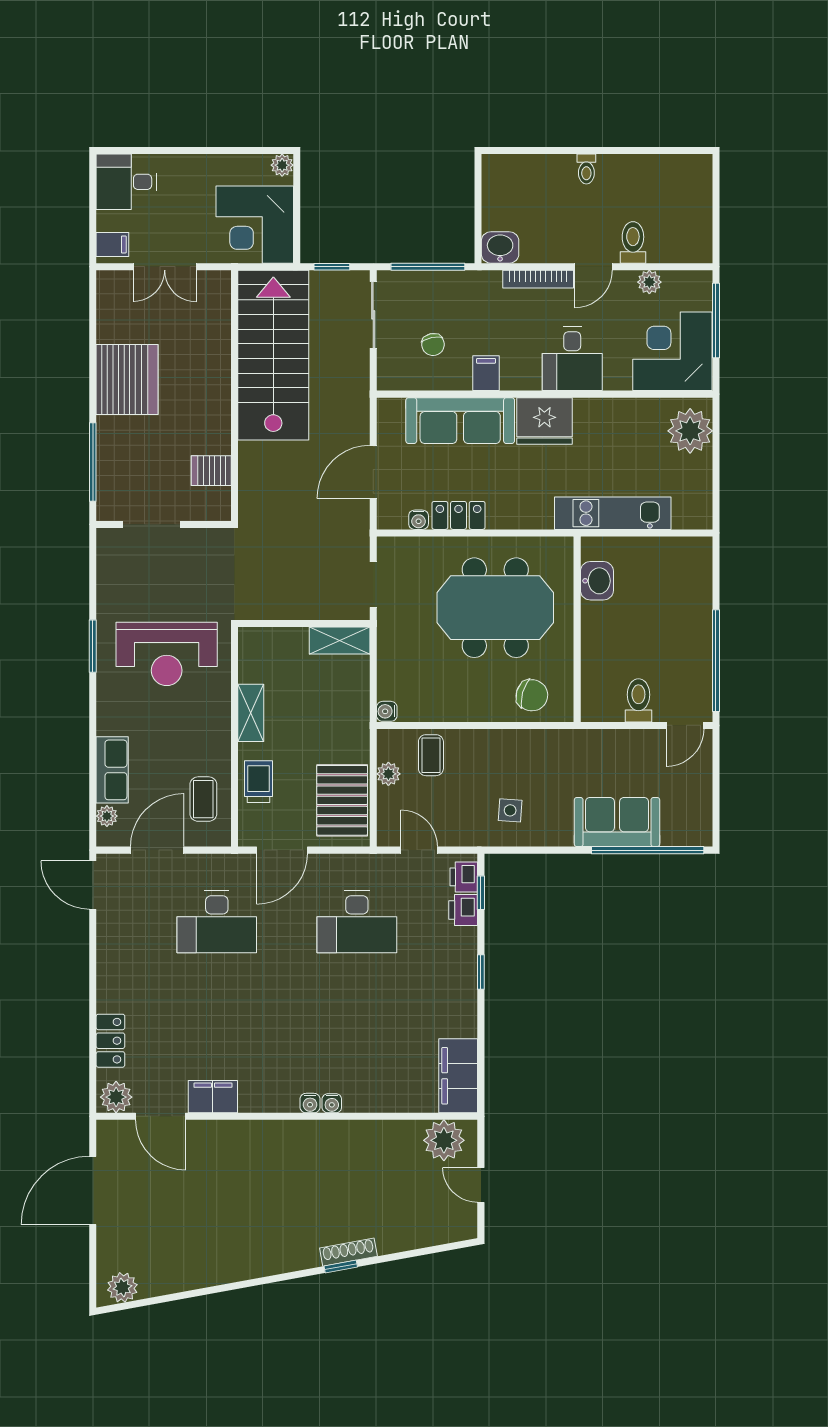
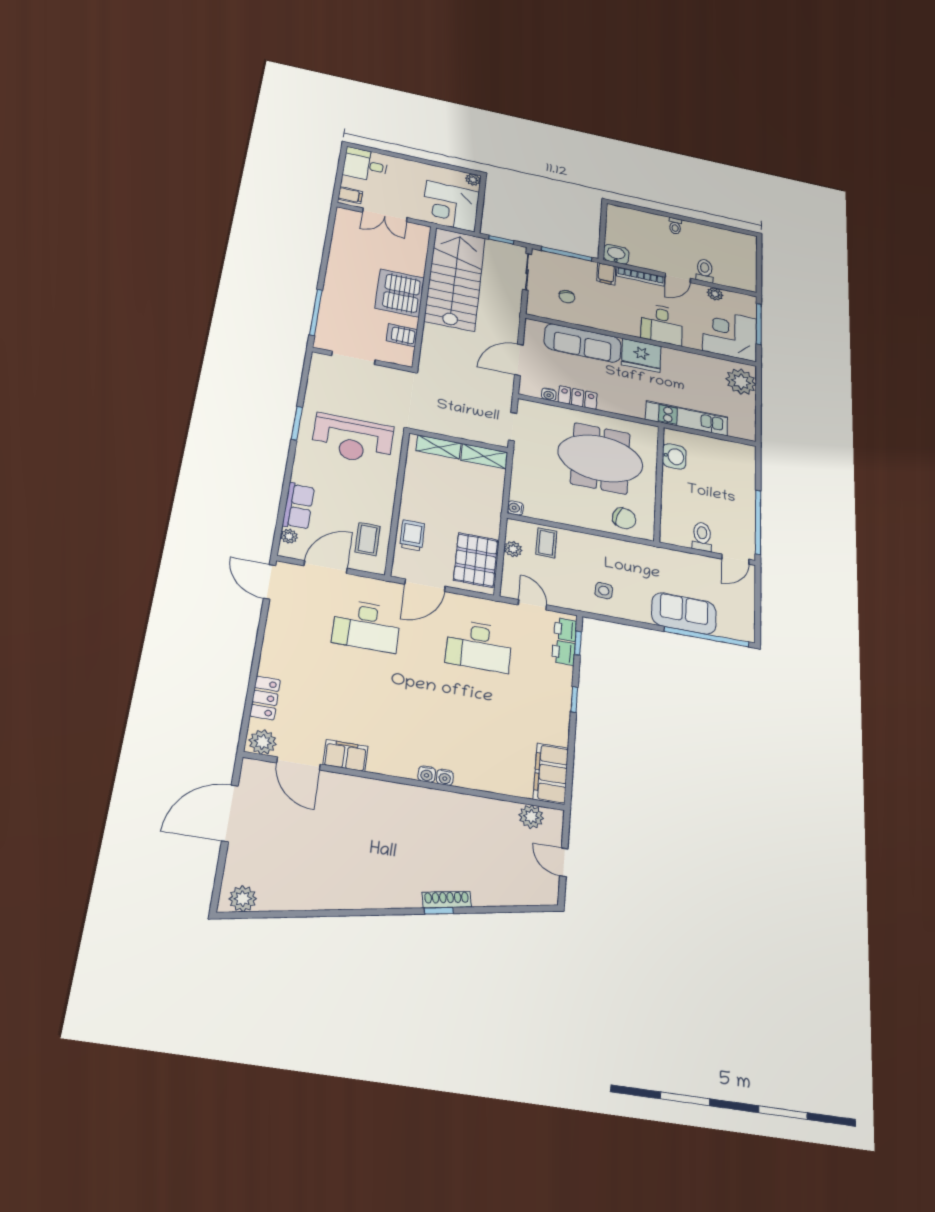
filing cabinet: (486, 373) -> (606, 274), moved, turned 180
server rack: (127, 380) -> (400, 293), moved, turned 180
shelving: (251, 713) -> (439, 447), moved, turned 90
plant: (444, 1140) -> (531, 817), width x0.73, depth x0.73

